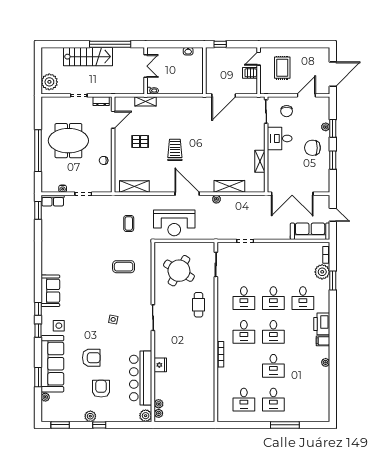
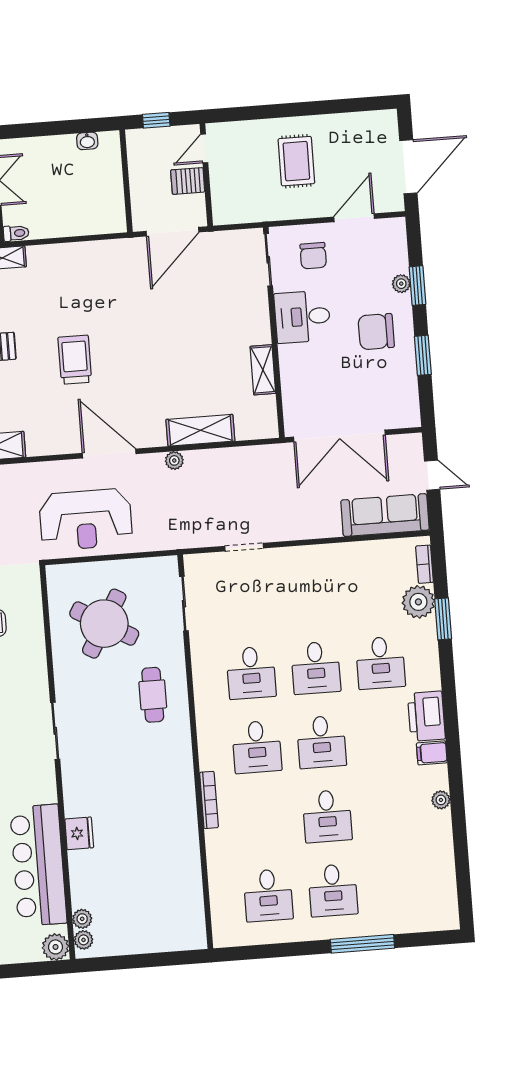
door: (259, 59) -> (204, 148), moved
wall: (259, 71) -> (206, 175), moved
server rack: (250, 73) -> (188, 181), moved

